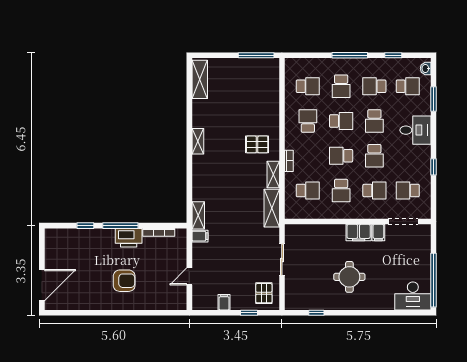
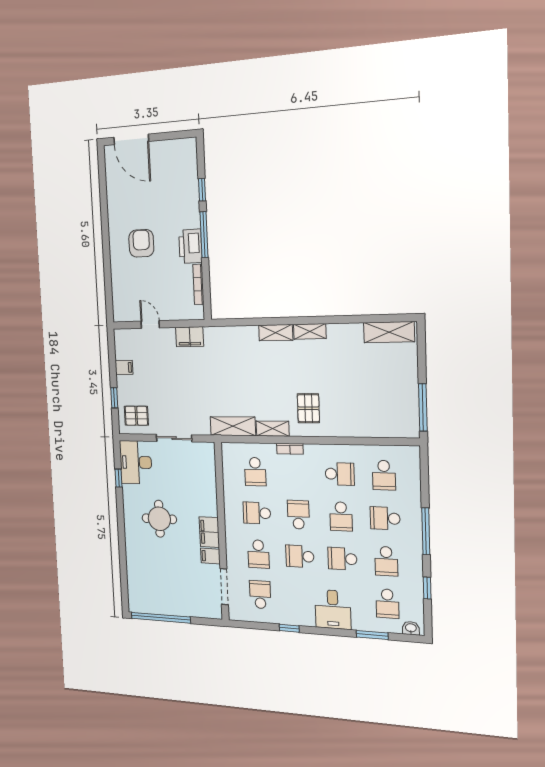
school desk: (374, 86) -> (386, 561), turned 180
shelving: (198, 215) -> (276, 333), moved
filing cabinet: (200, 236) -> (190, 337), width x2.00
armchair: (124, 281) -> (141, 243), turned 180
desk: (413, 296) -> (136, 462), moved

